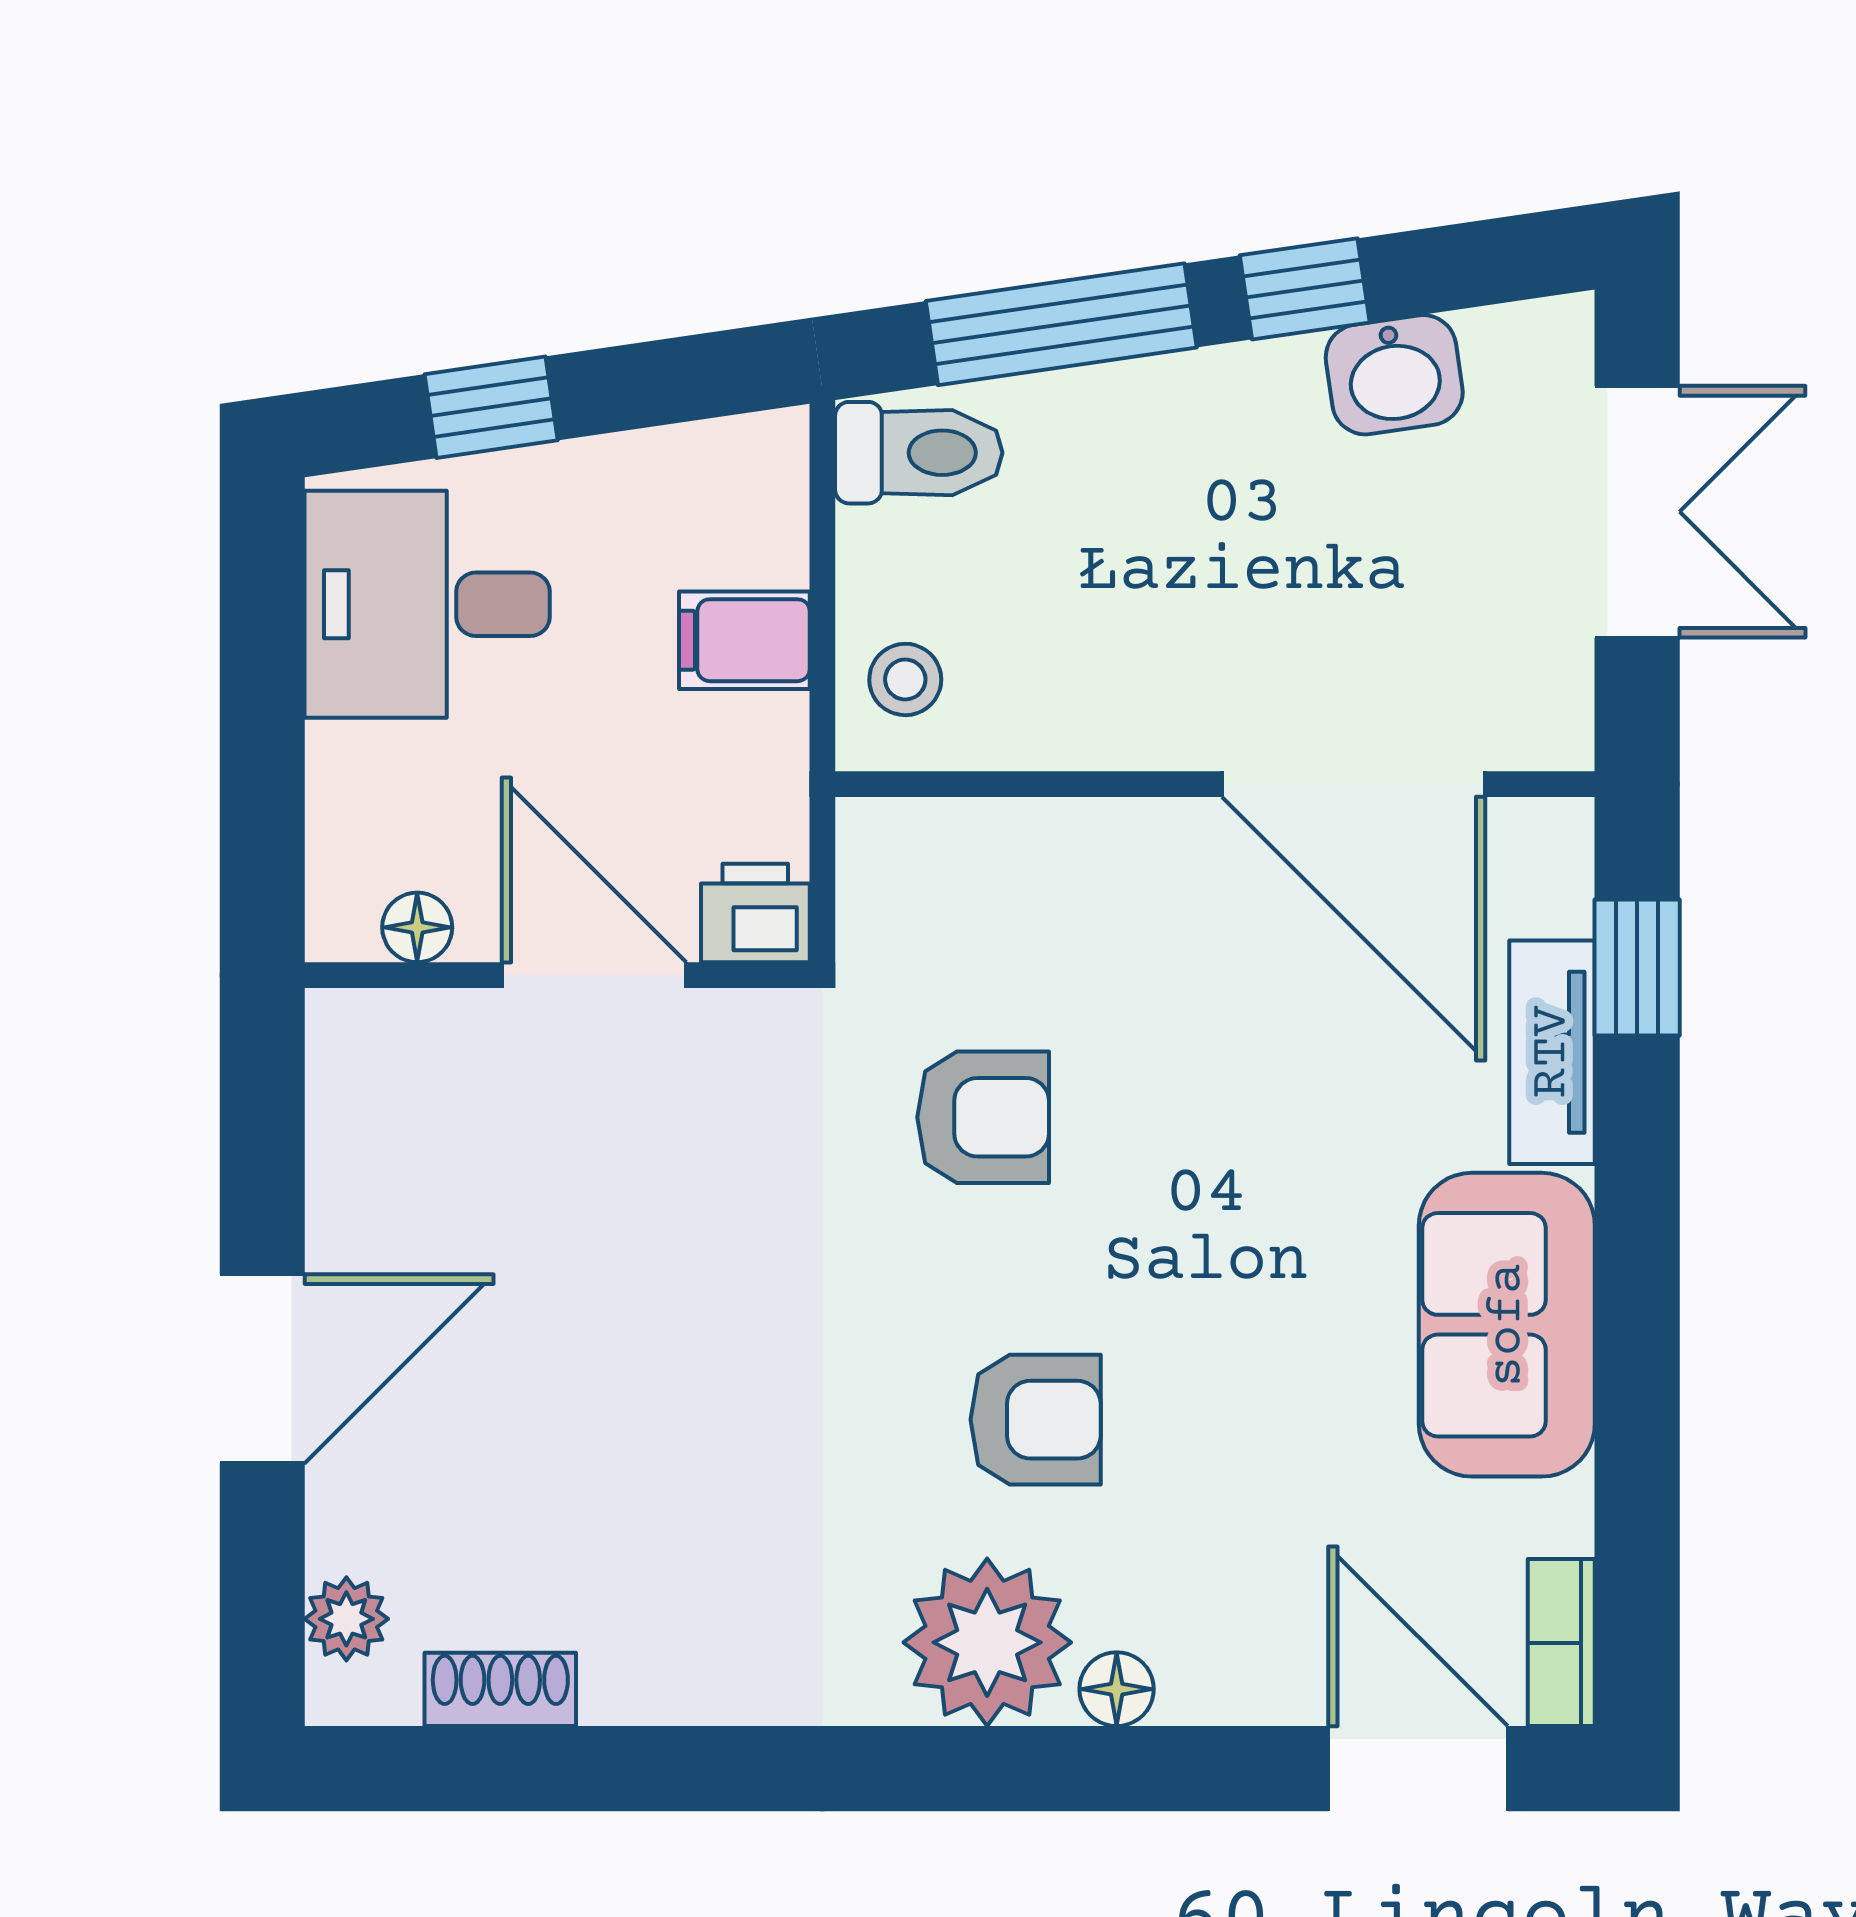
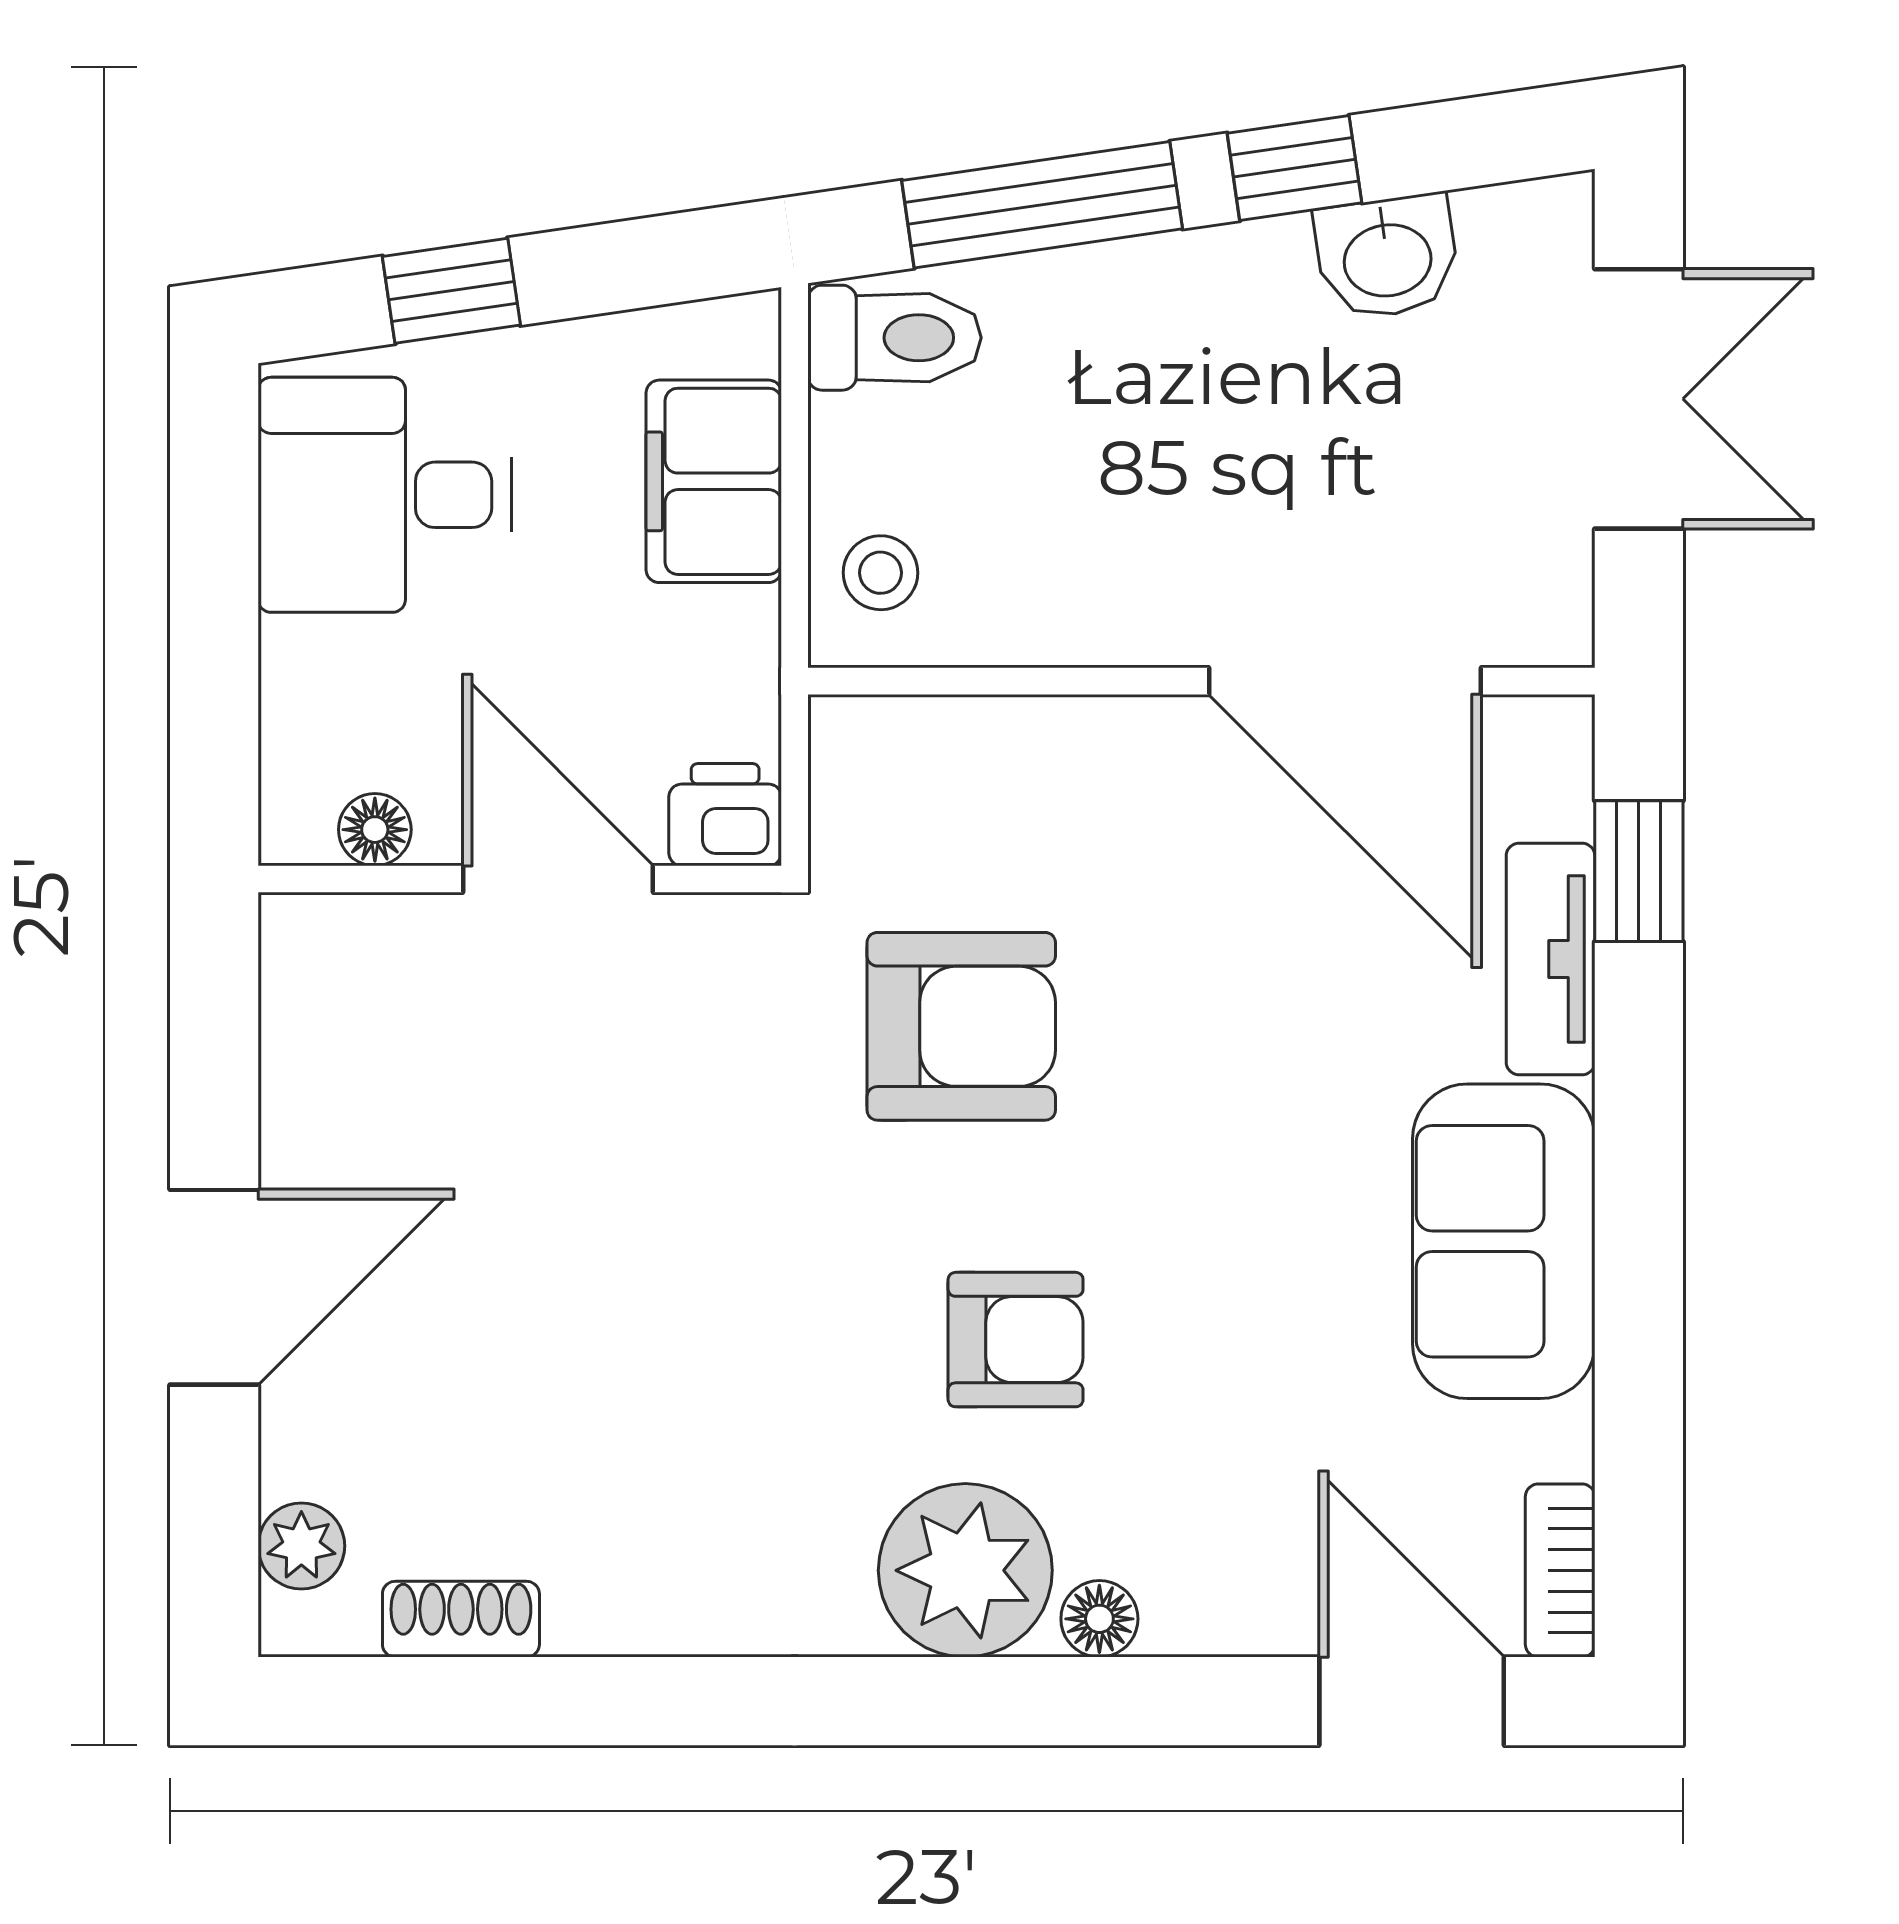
filing cabinet: (744, 640) -> (714, 481), width x2.00
armchair: (983, 1117) -> (961, 1026), width x1.38, depth x1.38

